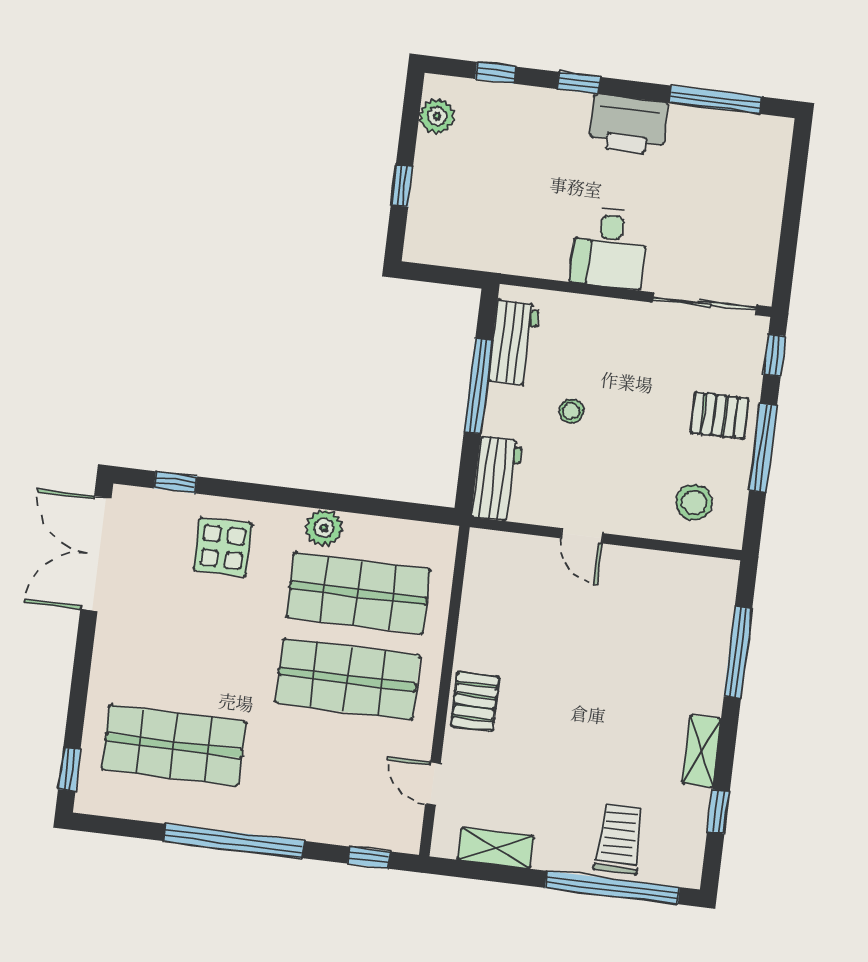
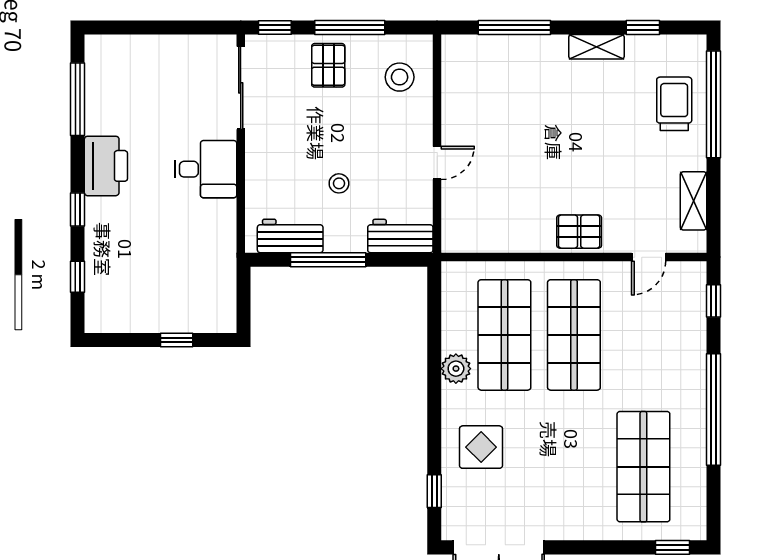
plant: (437, 116) -> (118, 319), removed
trolley: (619, 839) -> (674, 104), turned 90

